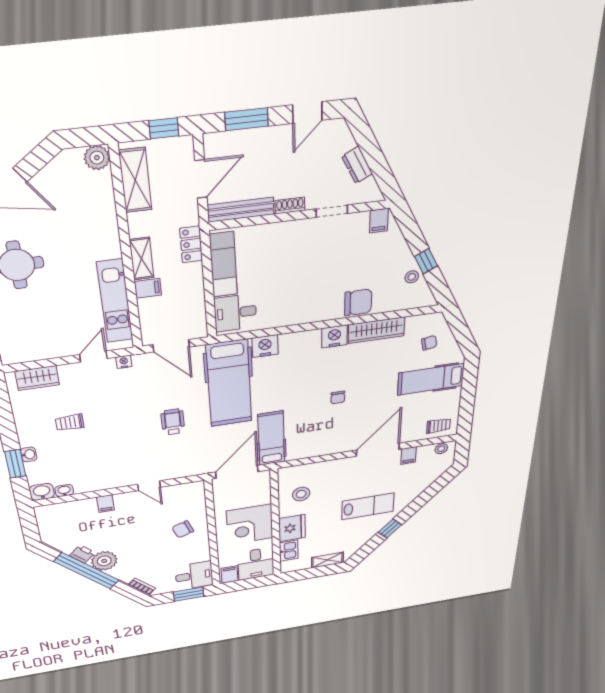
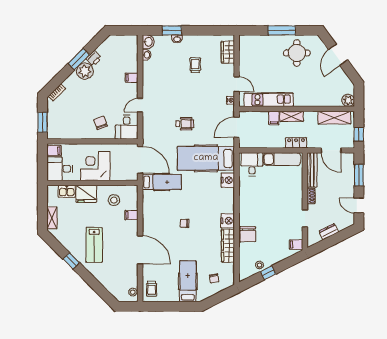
filing cabinet: (409, 456) -> (131, 215), moved
window: (87, 571) -> (79, 59), width x0.47
desk: (194, 576) -> (127, 127), moved

